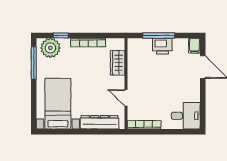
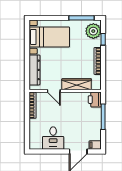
printer: (162, 46) -> (95, 100), moved
wardrobe: (118, 63) -> (77, 84), width x1.50
door: (126, 98) -> (54, 91), swing flipped
desk: (186, 116) -> (53, 138), moved

